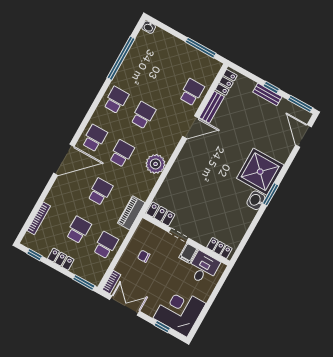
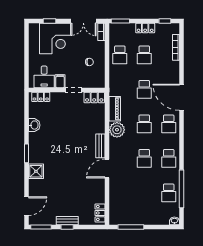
school desk: (192, 92) -> (169, 193), moved
bench: (212, 107) -> (100, 146), moved
door: (303, 136) -> (26, 206), hinge flipped
door: (64, 160) -> (181, 97), hinge flipped
shower: (260, 172) -> (36, 171), width x0.54, depth x0.54
washbasin: (256, 200) -> (34, 125), moved
piano: (131, 213) -> (115, 109), moved
corner desk: (179, 311) -> (55, 38), moved

